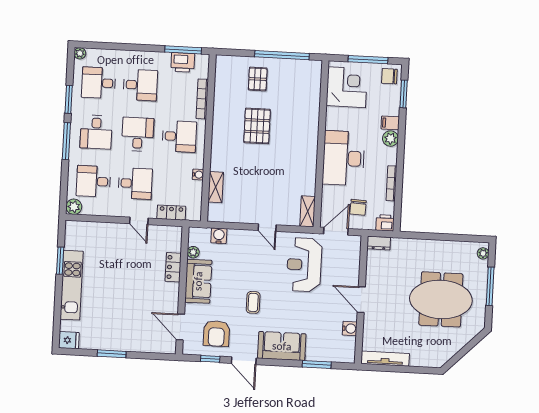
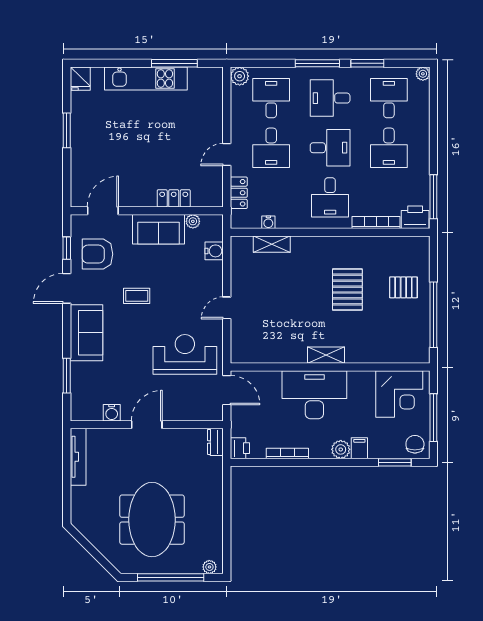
printer: (183, 62) -> (415, 217), moved, turned 90
pallet: (257, 126) -> (347, 290), turned 90
water cooler: (198, 175) -> (268, 222), moved
chair: (358, 207) -> (257, 415), removed
shelving: (308, 211) -> (326, 355), moved
window: (60, 261) -> (174, 63), width x1.44
window: (490, 286) -> (171, 577), width x1.46

